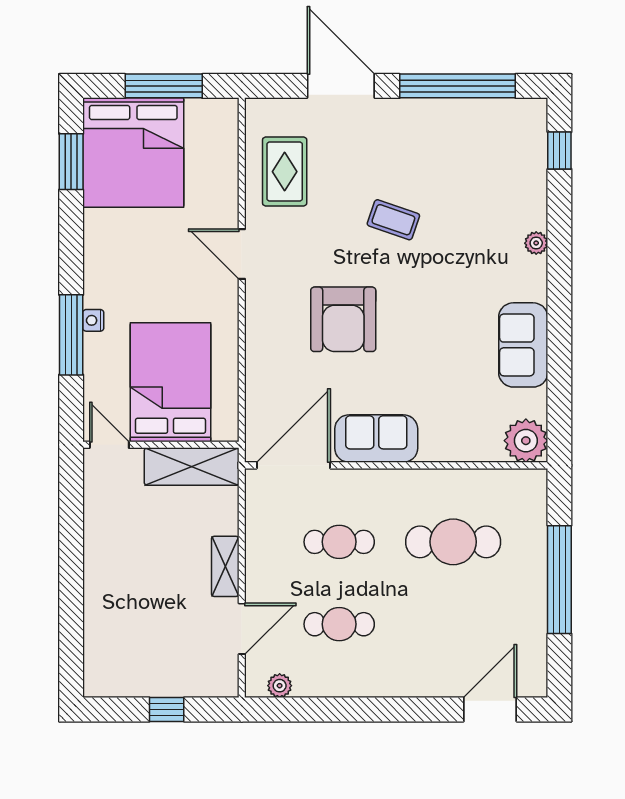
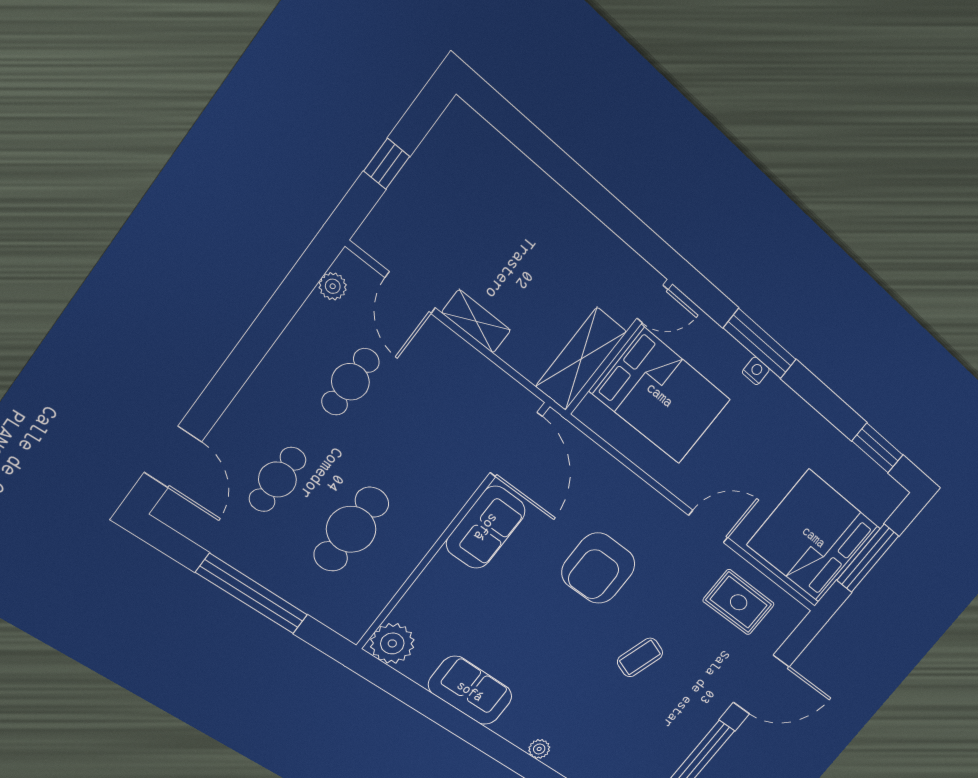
bed: (133, 152) -> (814, 537), moved
armchair: (343, 319) -> (598, 568), turned -90
cafe table: (339, 542) -> (277, 479), moved

